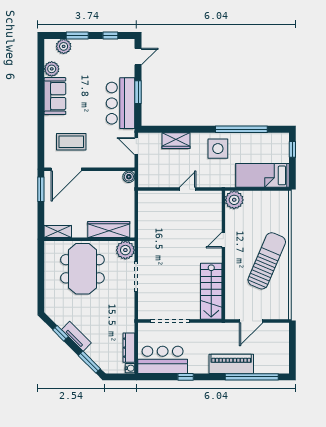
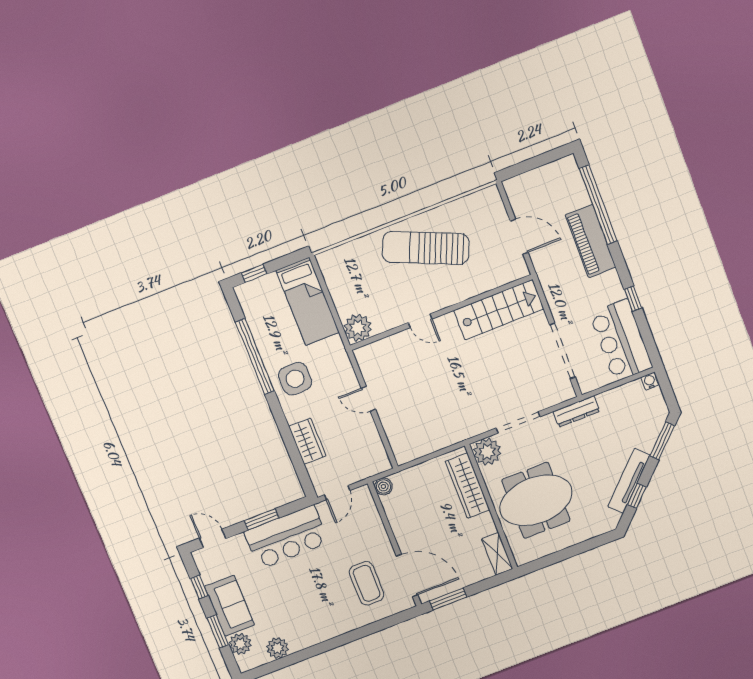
sofa: (55, 96) -> (229, 606), moved, turned 90
tv unit: (76, 336) -> (629, 481), width x1.41
dresser: (129, 348) -> (576, 411), moved

